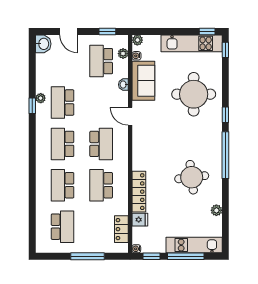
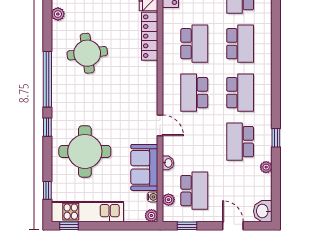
window: (225, 50) -> (47, 190), moved
plant: (41, 98) -> (266, 167), moved
school desk: (63, 102) -> (240, 142), turned 180

